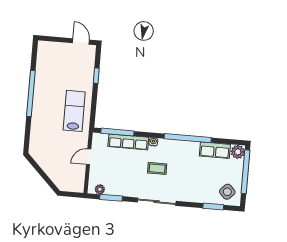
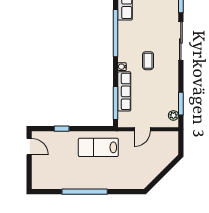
door: (81, 41) -> (29, 147), swing flipped
door: (89, 157) -> (142, 129), hinge flipped
sliding door: (157, 202) -> (181, 41), moved

